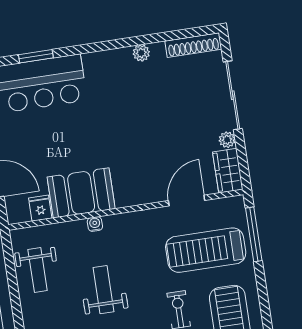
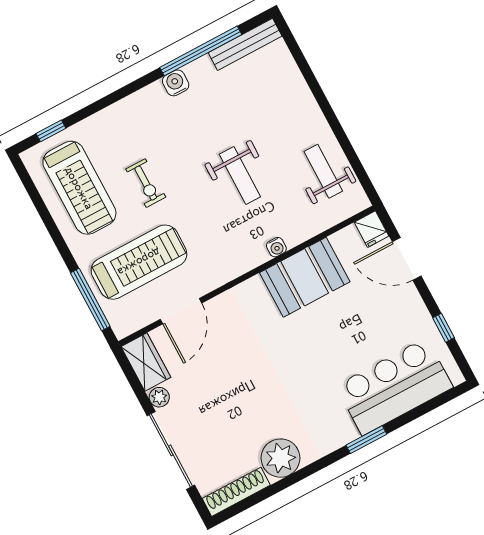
plant: (141, 53) -> (280, 458), width x1.88, depth x1.88
window: (36, 56) -> (366, 440), moved
fridge: (40, 208) -> (372, 229), moved

